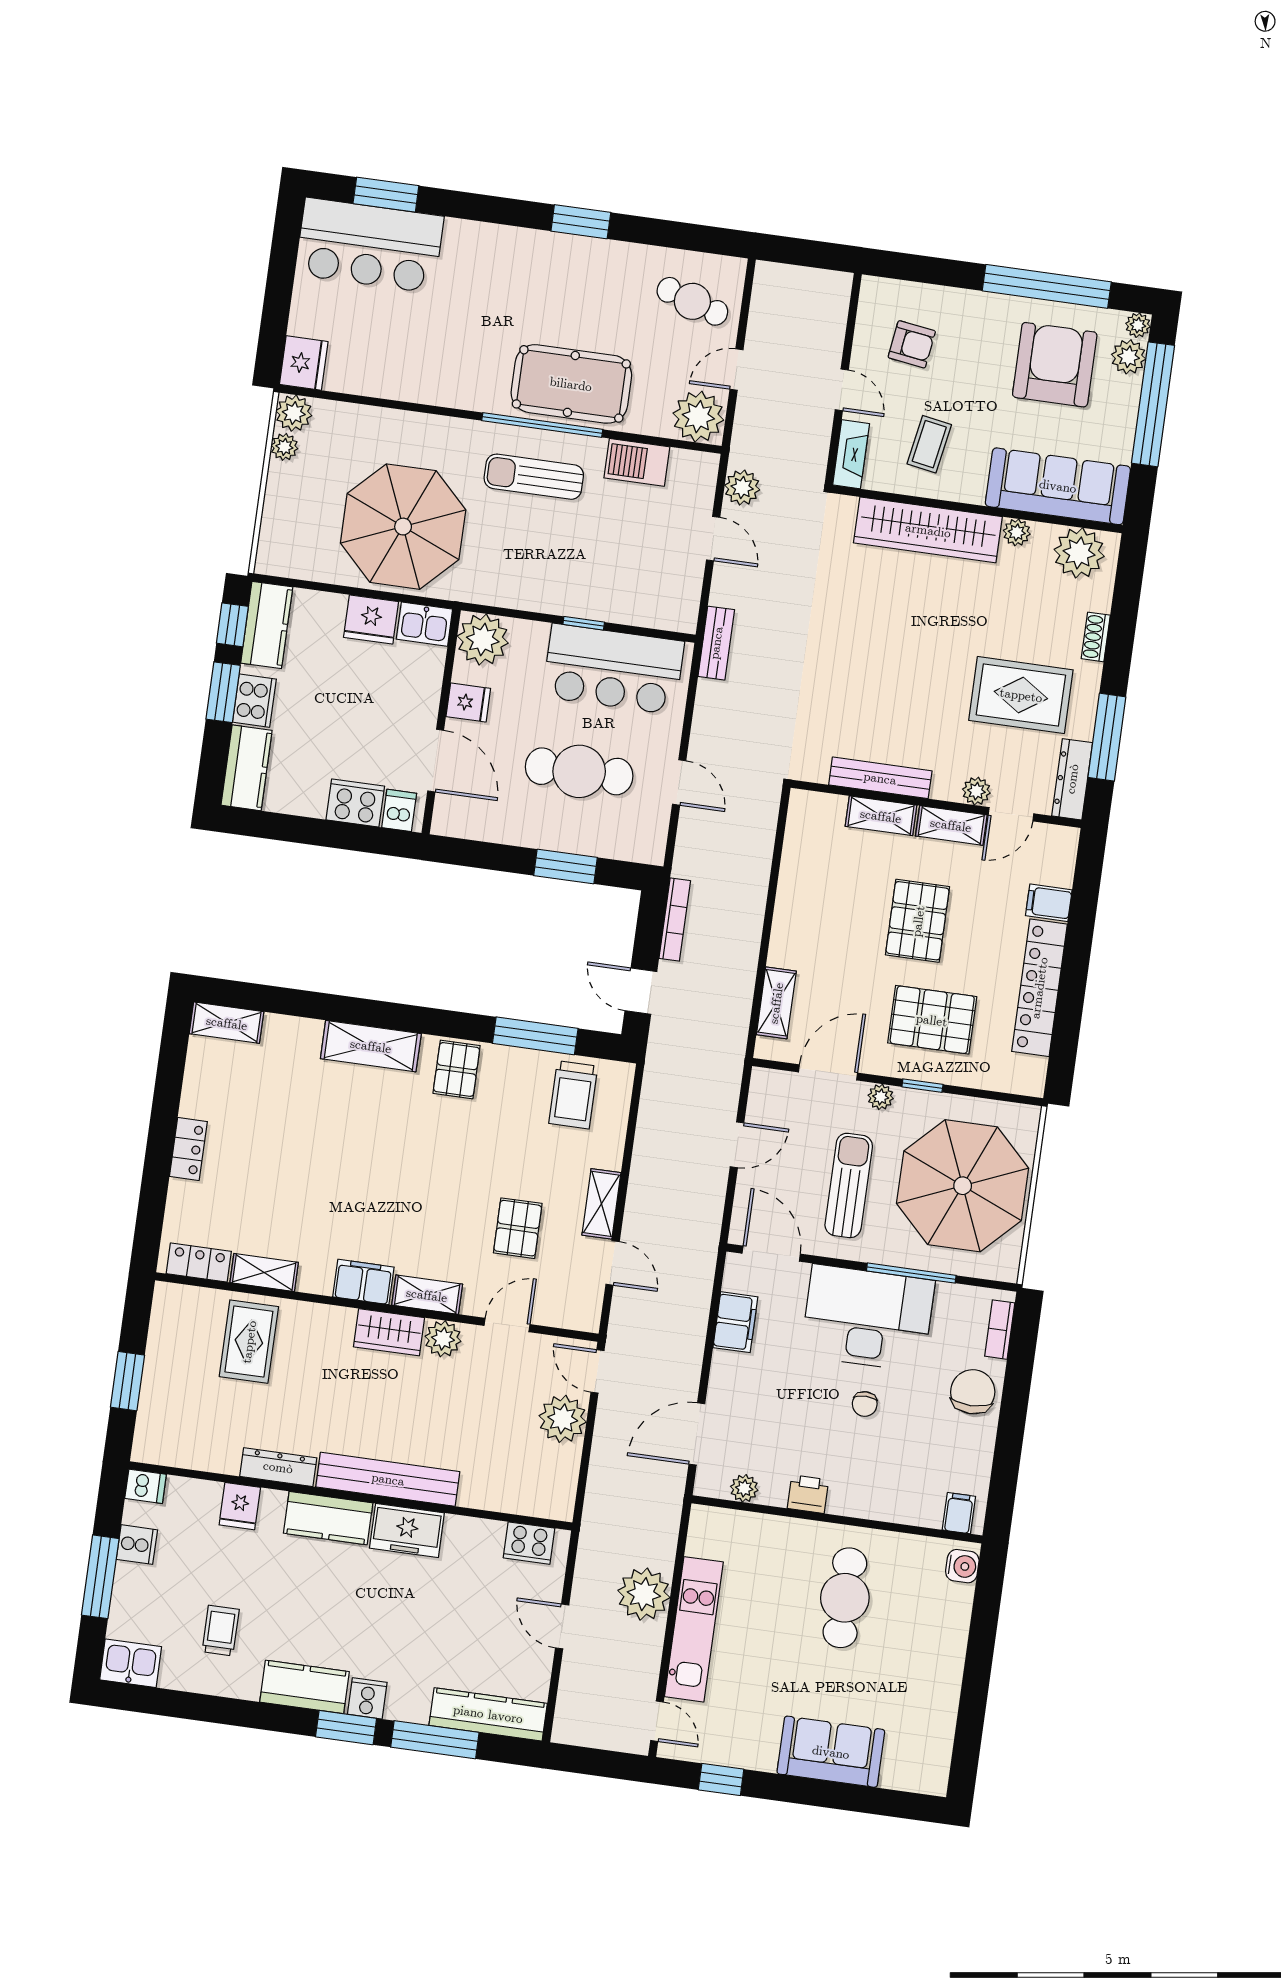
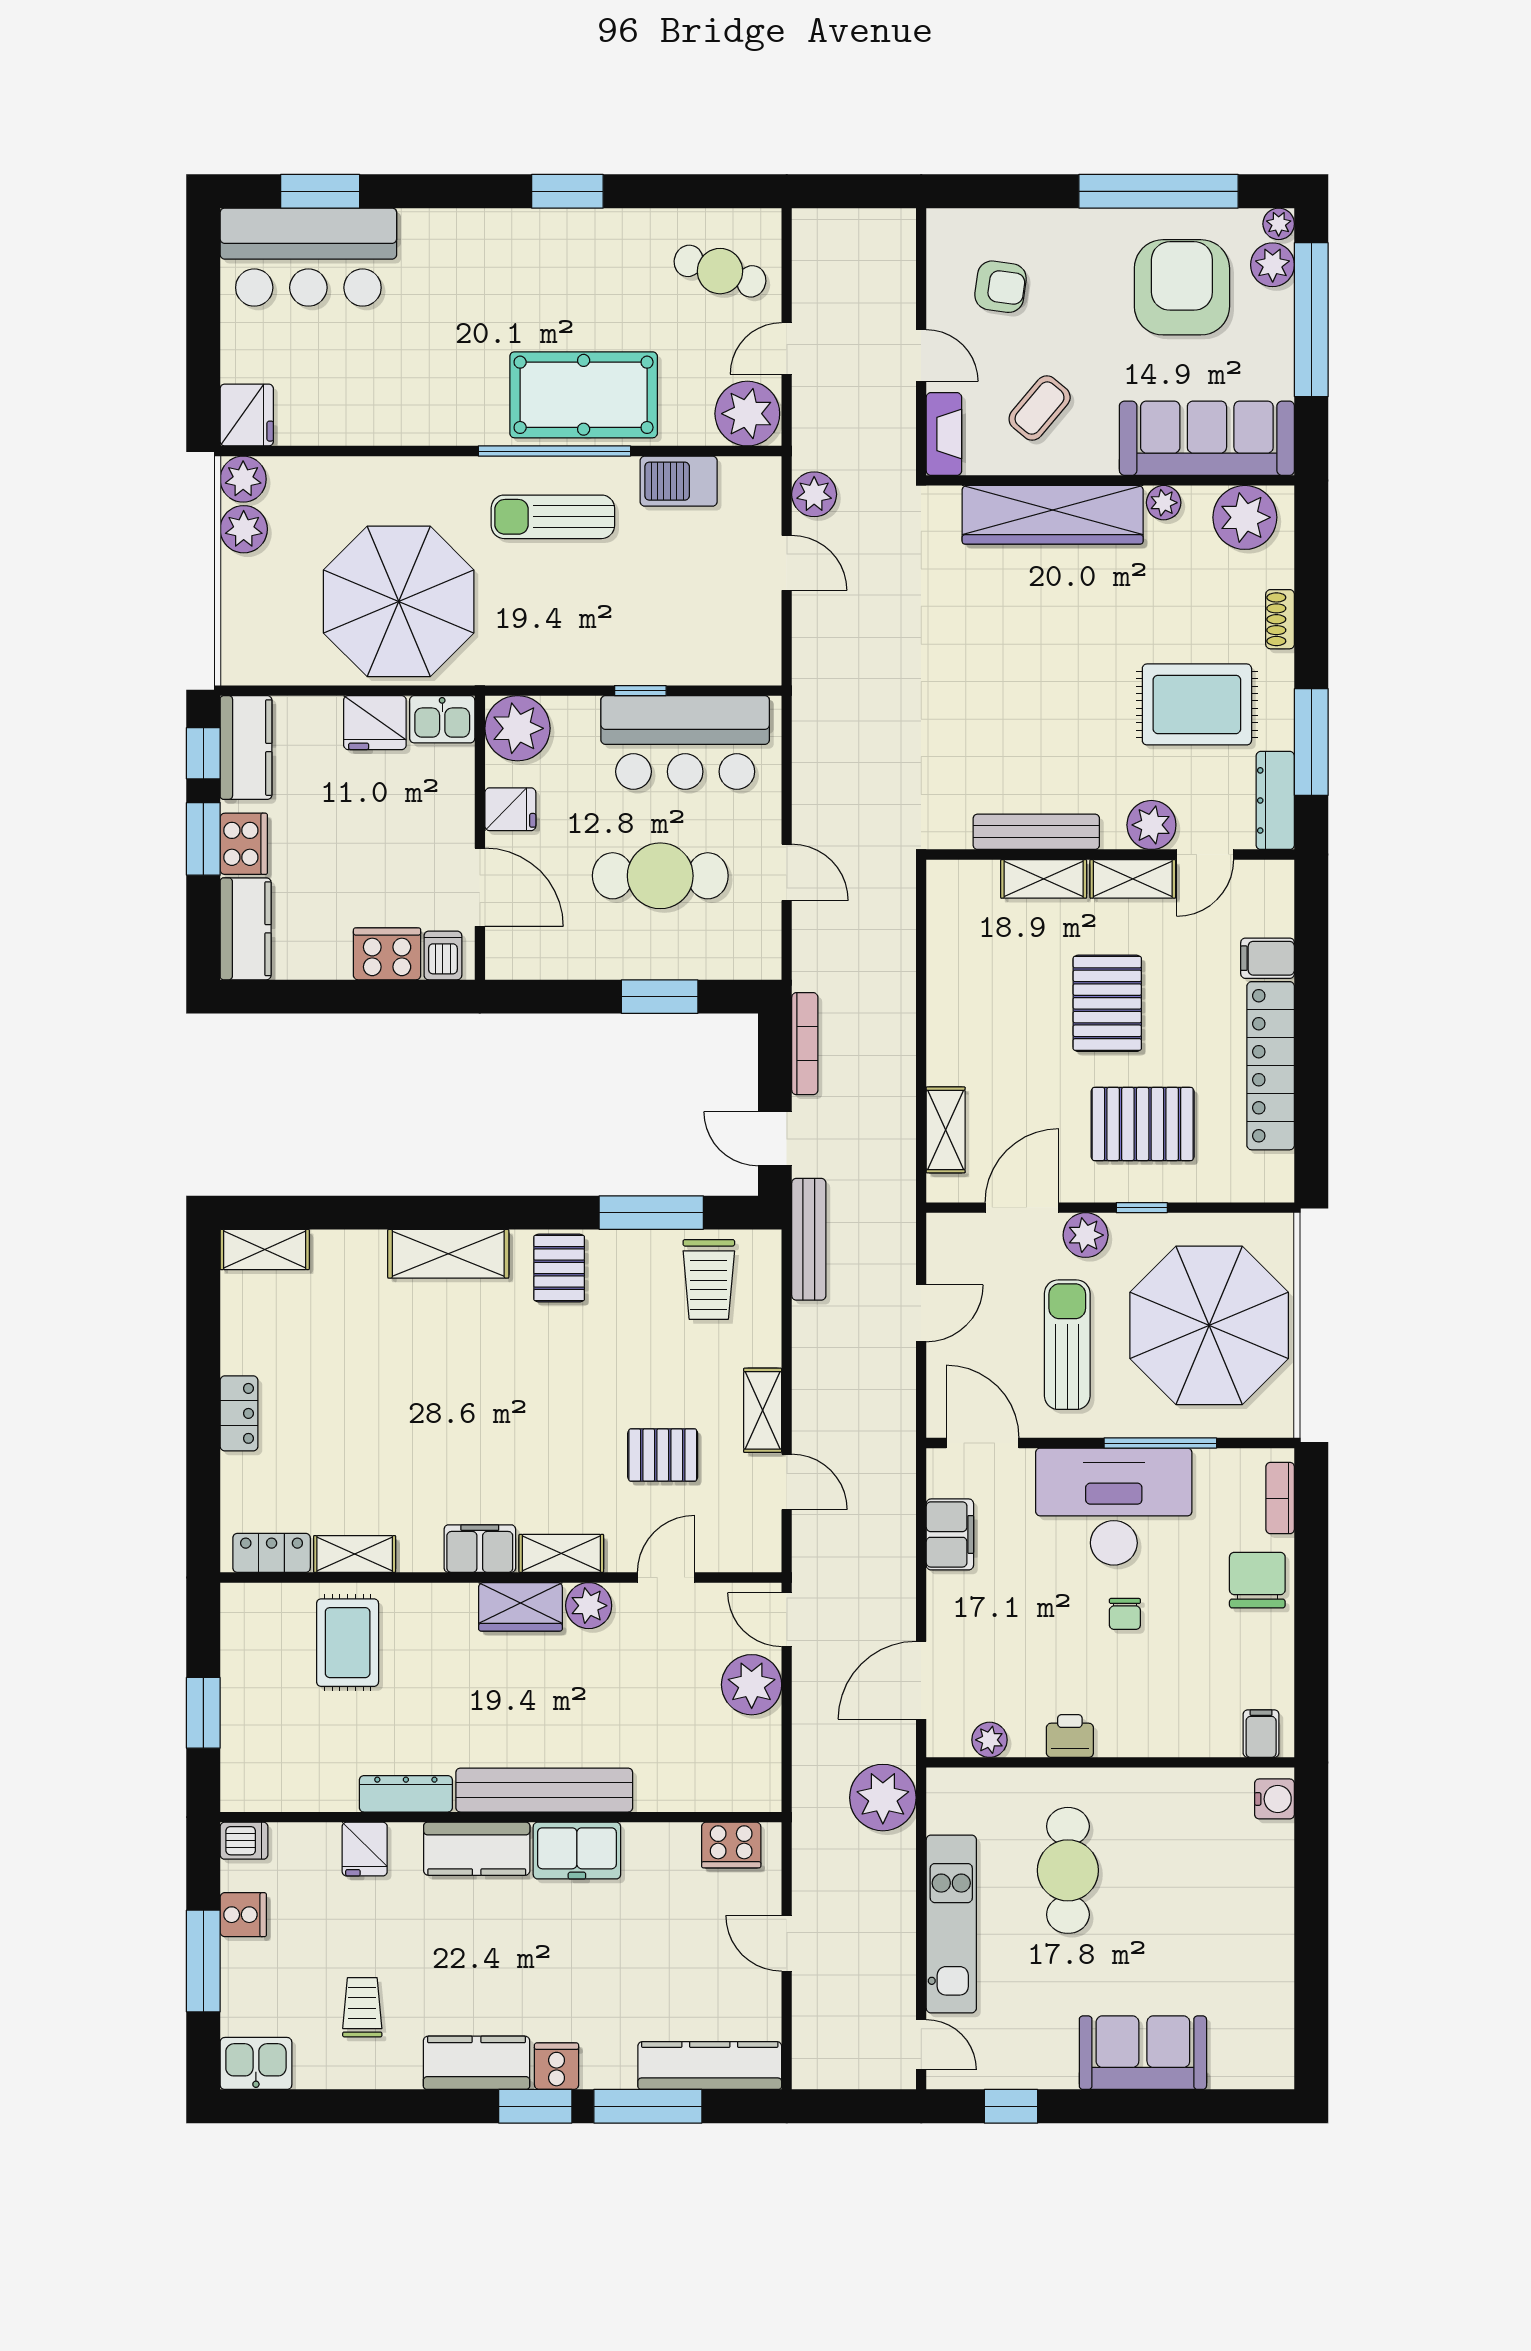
coffee table: (929, 444) -> (1040, 408), turned 30
plant: (284, 447) -> (244, 529), width x1.38, depth x1.38
bench: (716, 643) -> (809, 1239), moved, width x1.36
plant: (976, 791) -> (1151, 825), width x1.38, depth x1.38
plant: (881, 1097) -> (1086, 1235), width x1.38, depth x1.38
pallet: (518, 1228) -> (663, 1455), turned 90
plant: (644, 1594) -> (883, 1798), moved
cafe table: (845, 1598) -> (1068, 1870), moved

